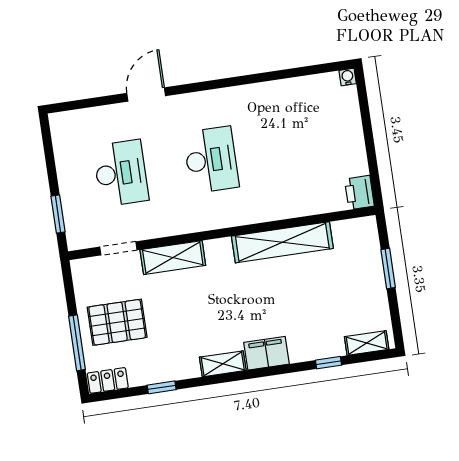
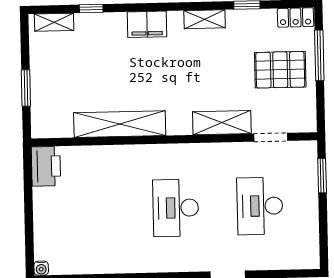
printer: (359, 193) -> (46, 166), width x1.37, depth x1.19
shelving: (223, 364) -> (205, 19), moved

